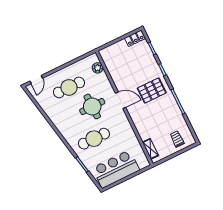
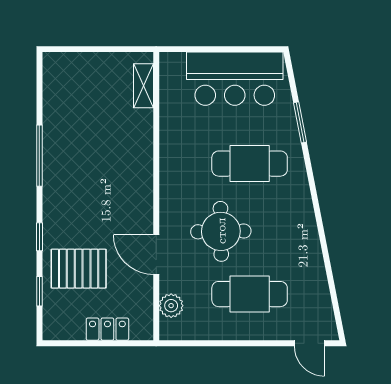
locker: (135, 38) -> (107, 329), moved
door: (36, 80) -> (309, 343), swing flipped
pallet: (152, 90) -> (79, 269), moved
door: (121, 100) -> (156, 255), moved
trolley: (177, 139) -> (79, 79), removed

